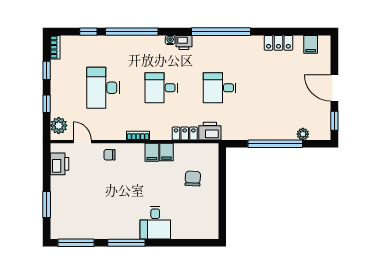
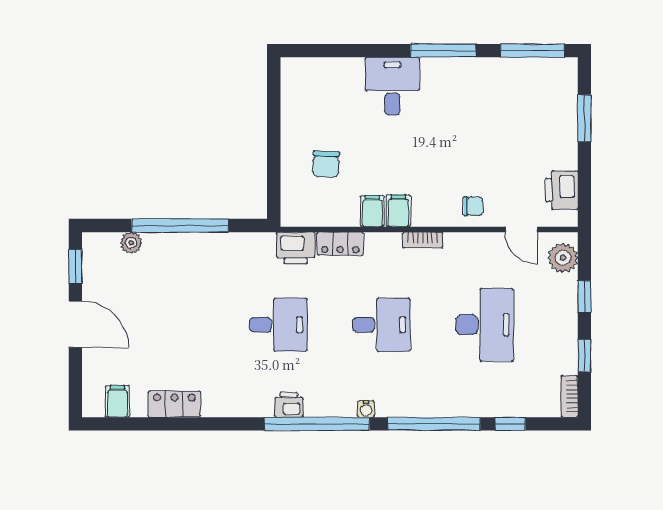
window: (221, 32) -> (317, 424), moved
printer: (184, 42) -> (289, 405), moved

